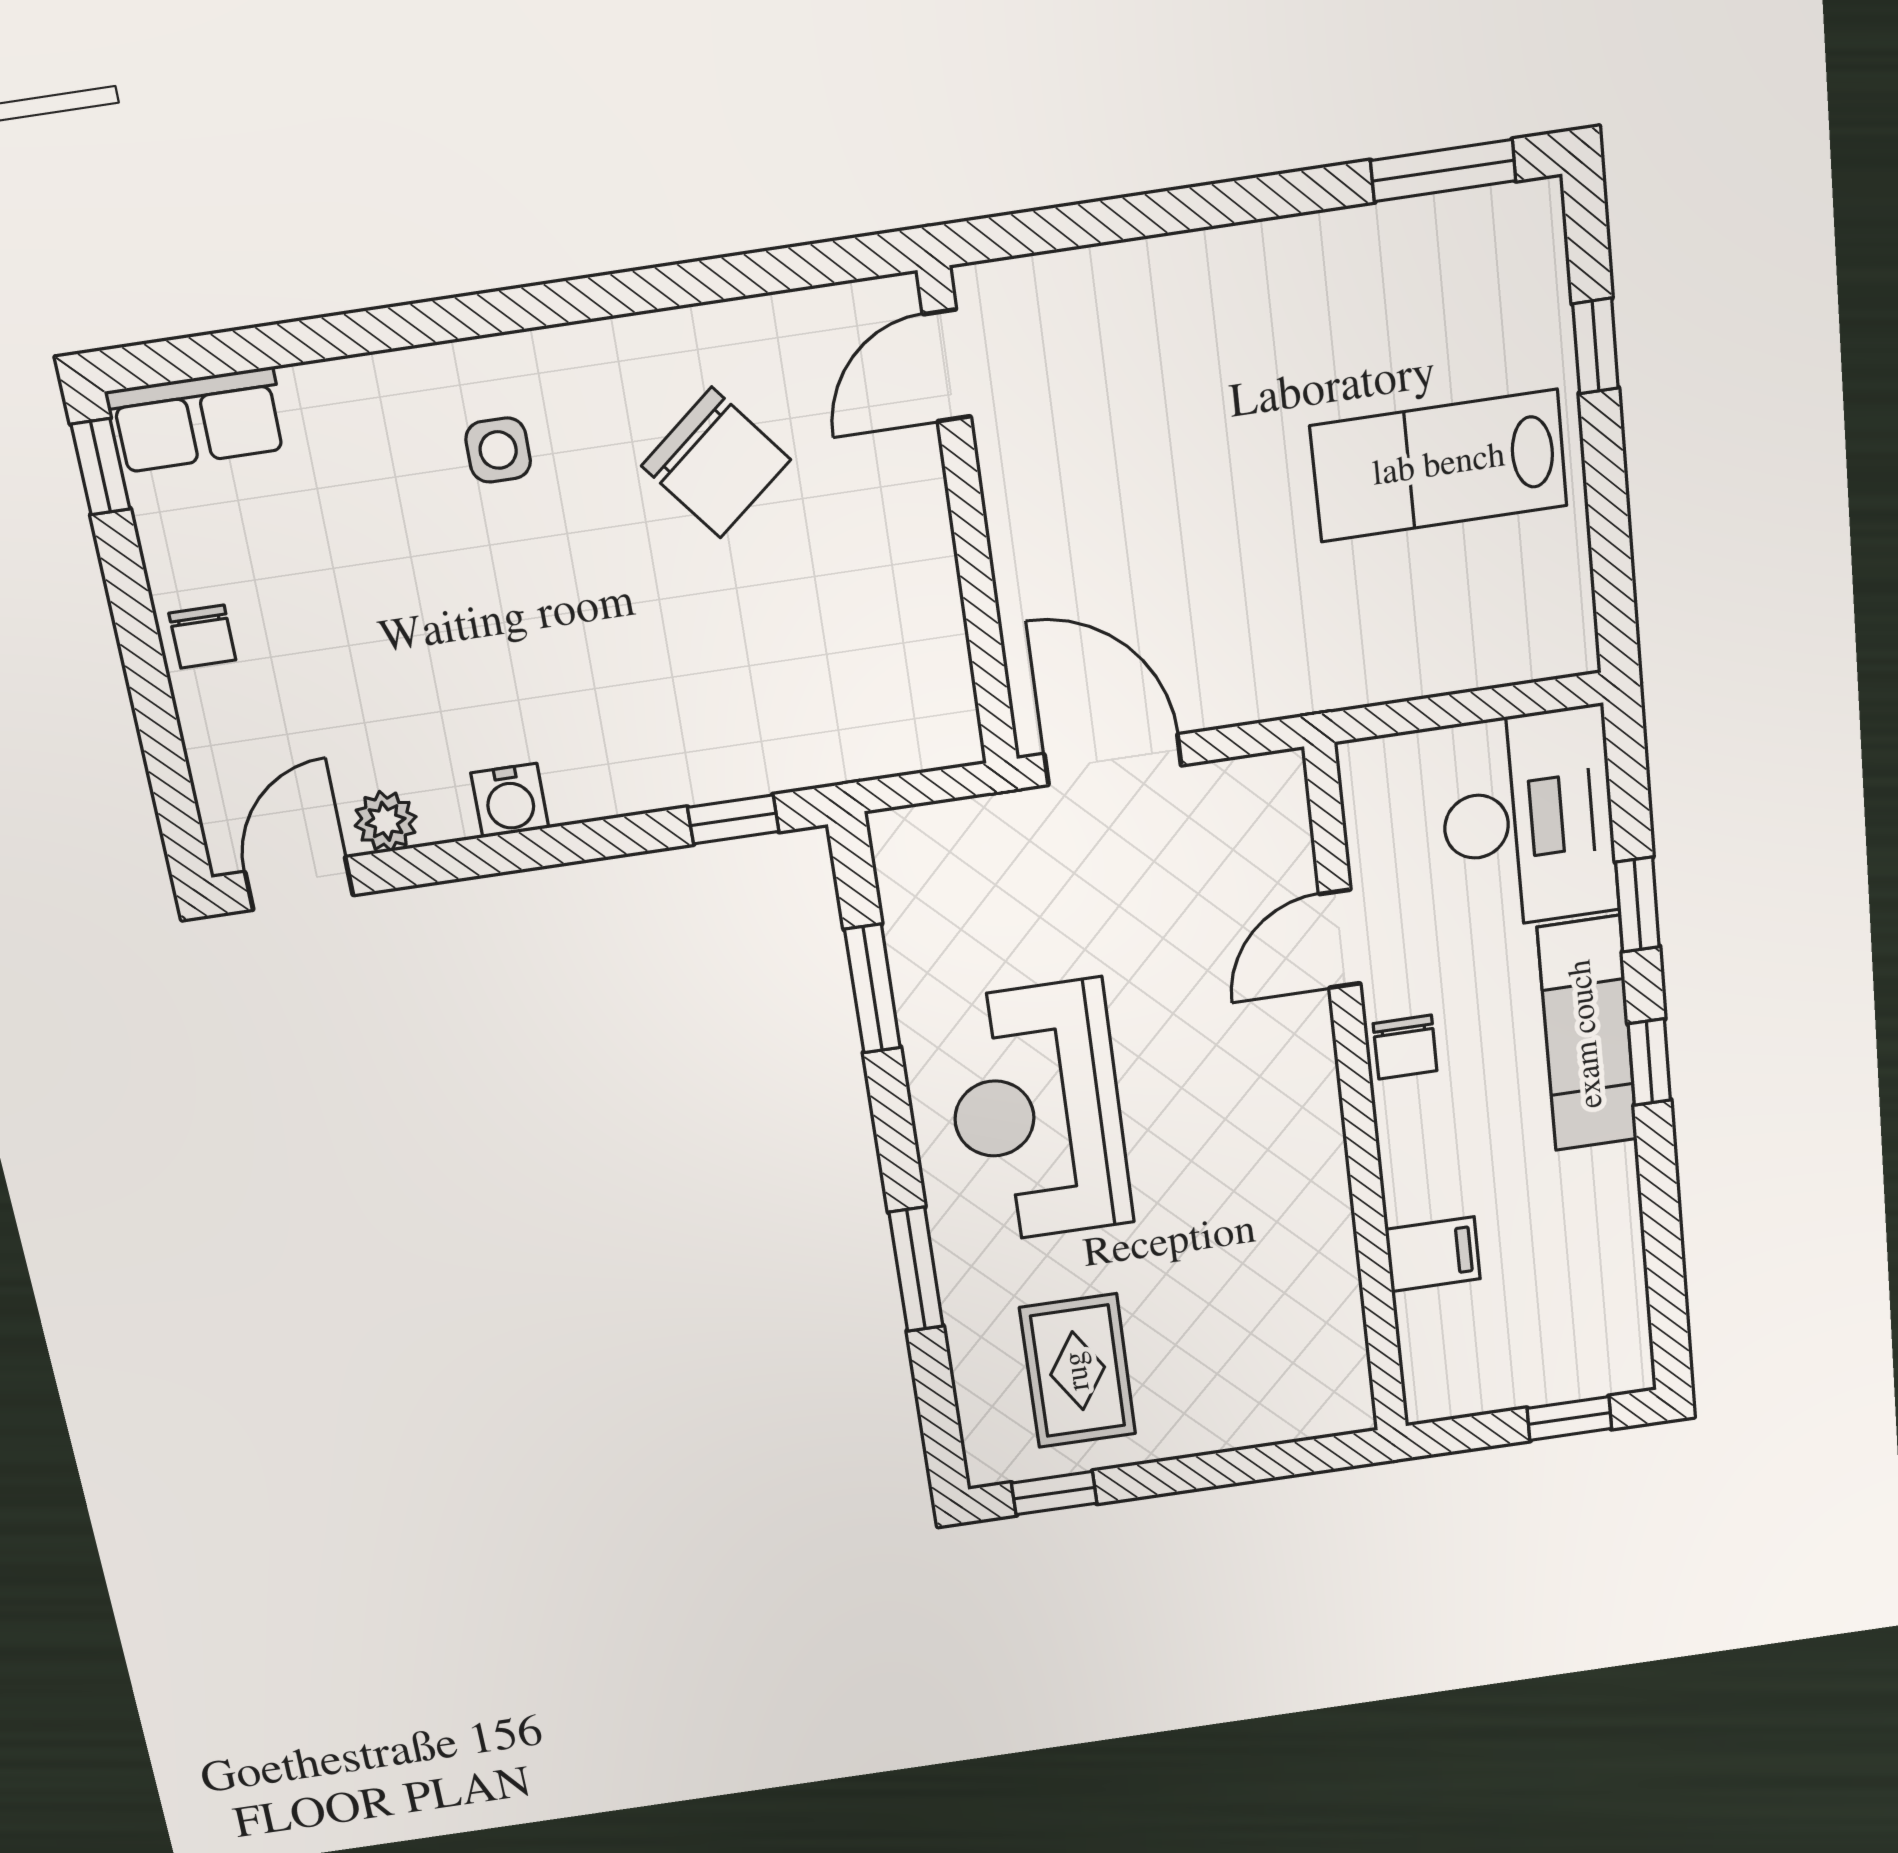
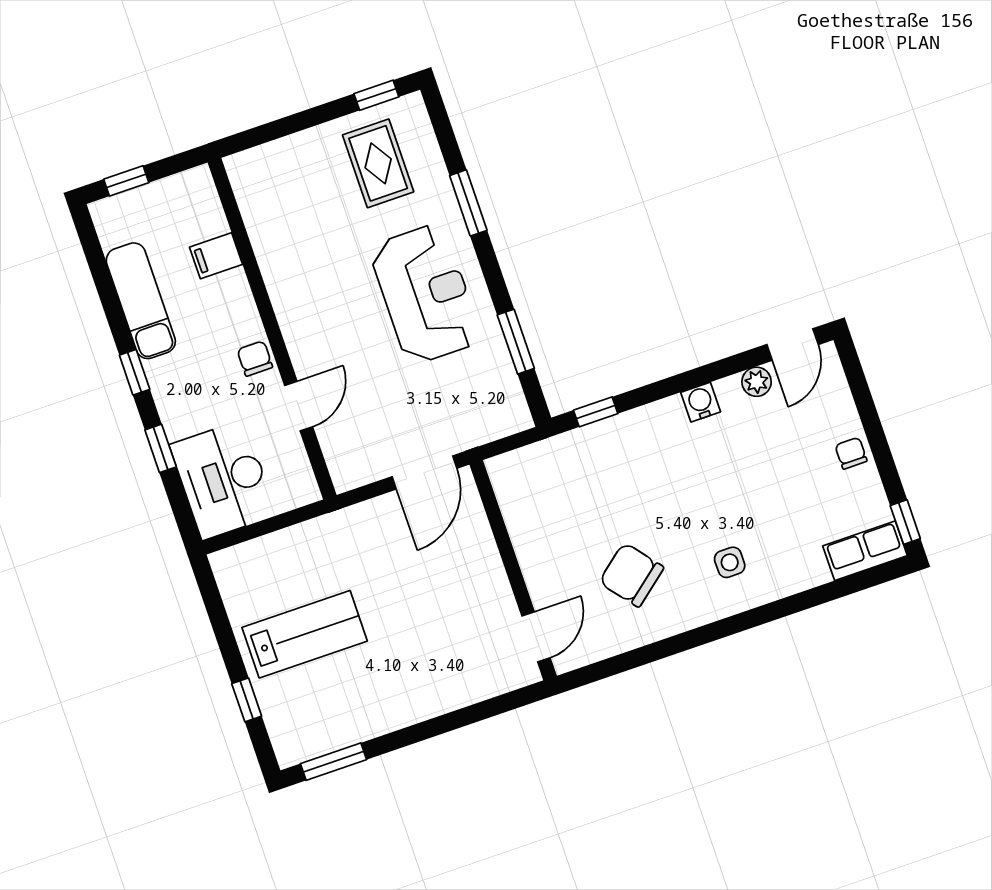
door: (1113, 760) -> (425, 472), hinge flipped
exam couch: (1587, 1034) -> (141, 301), moved

